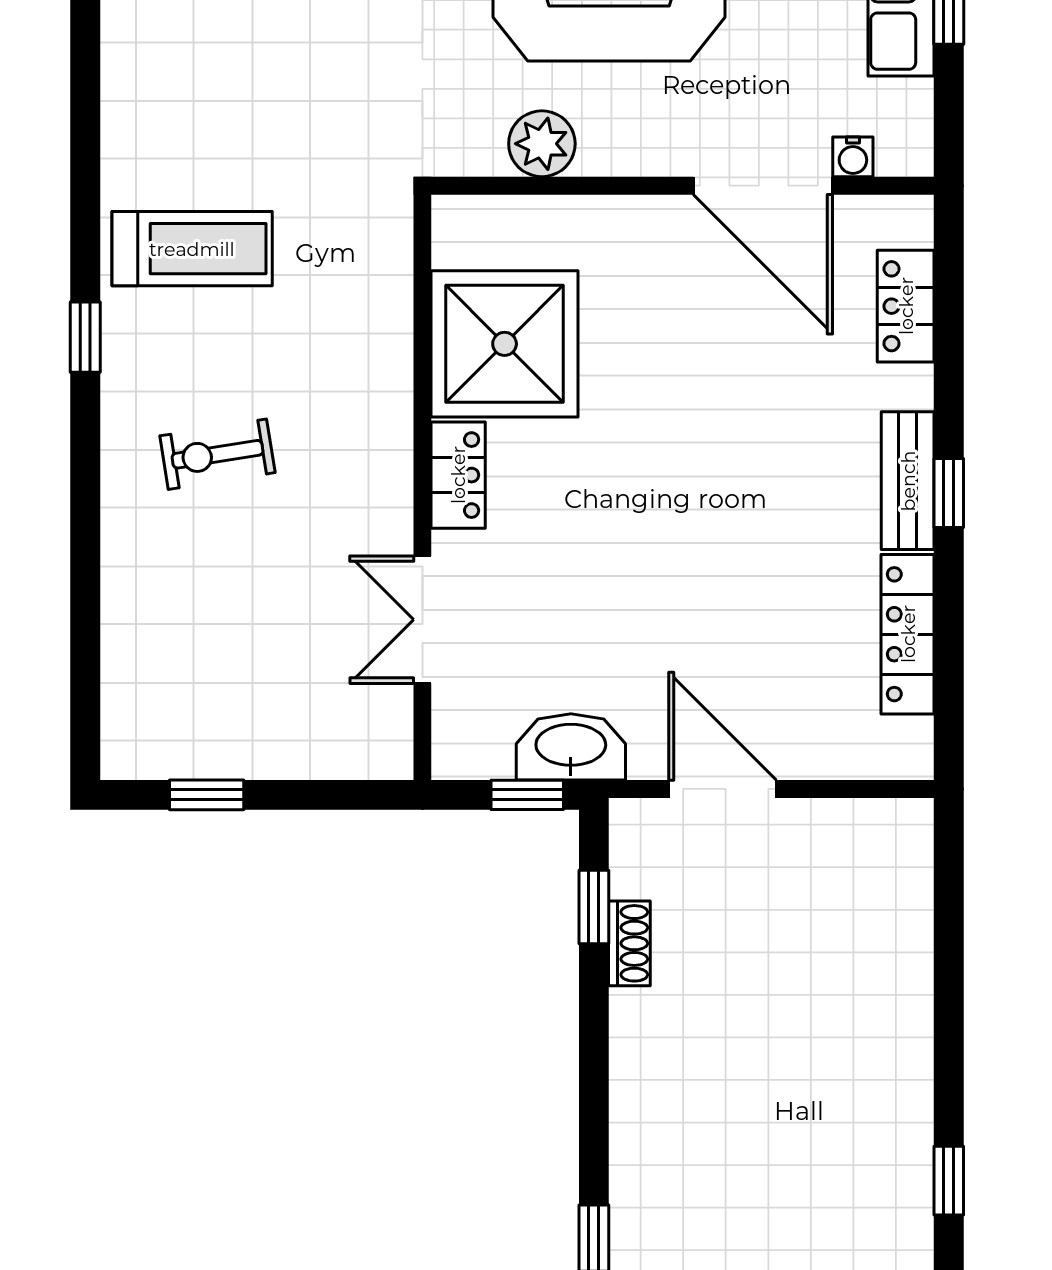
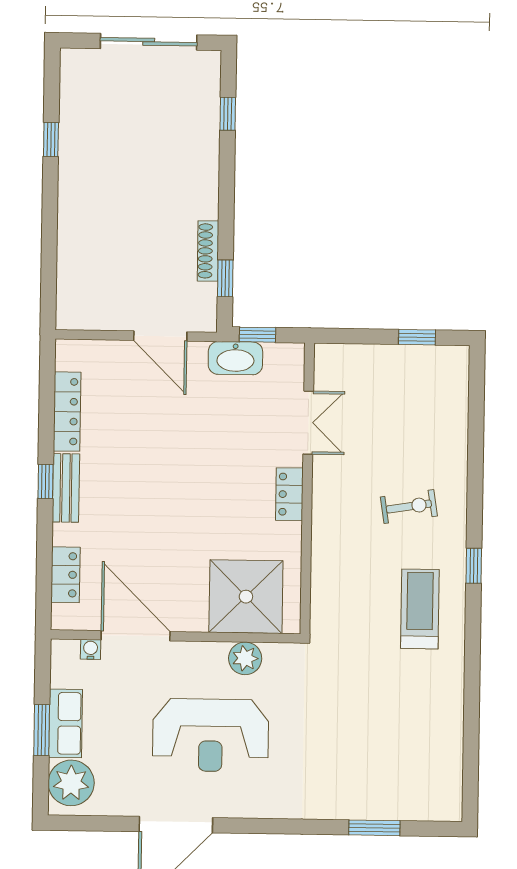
treadmill: (192, 249) -> (420, 609), turned 90
shower: (505, 344) -> (246, 597), moved
shoe rack: (629, 943) -> (208, 251), width x1.43

